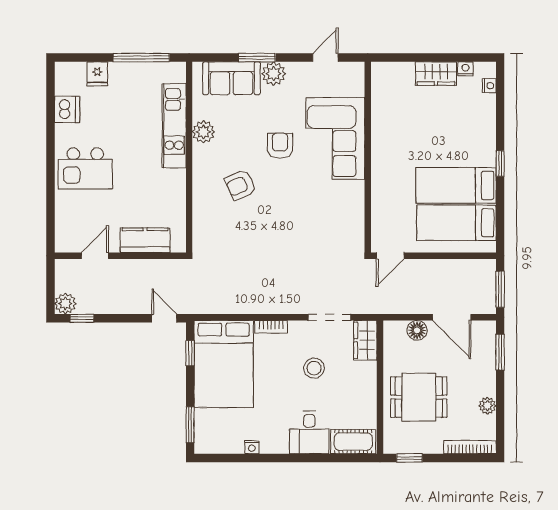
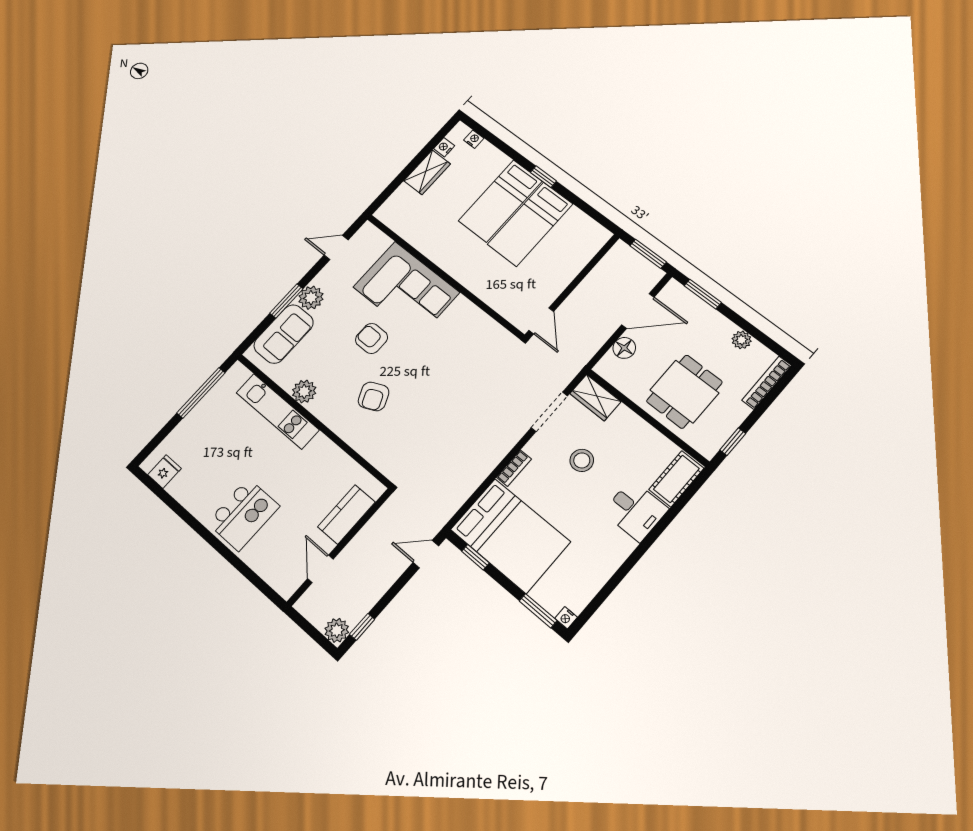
door: (325, 58) -> (336, 247), hinge flipped
fridge: (97, 74) -> (164, 472), moved, turned -90
dishwasher: (67, 109) -> (184, 489), removed
bed: (456, 223) -> (500, 201), moved
nightstand: (252, 447) -> (566, 618), moved, turned 90

